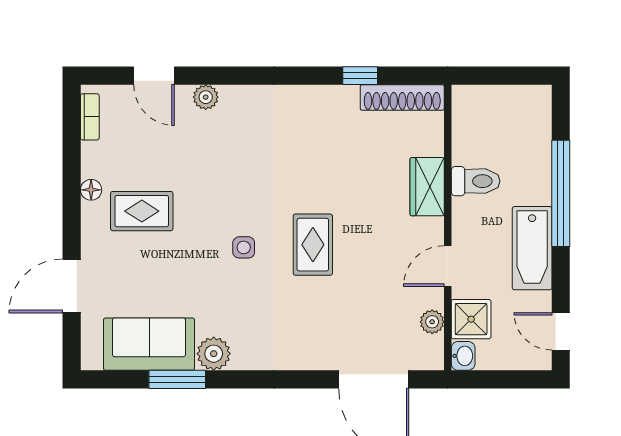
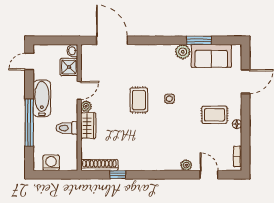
washing machine: (511, 103) -> (51, 163), added
plant: (432, 322) -> (86, 106), moved
door: (561, 331) -> (29, 62), swing flipped

